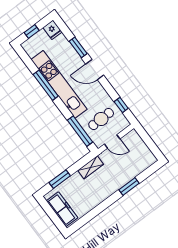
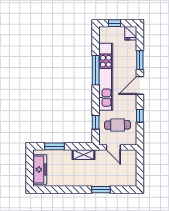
door: (95, 70) -> (140, 85), hinge flipped
window: (121, 105) -> (140, 116), moved
window: (80, 131) -> (96, 122), width x0.46

